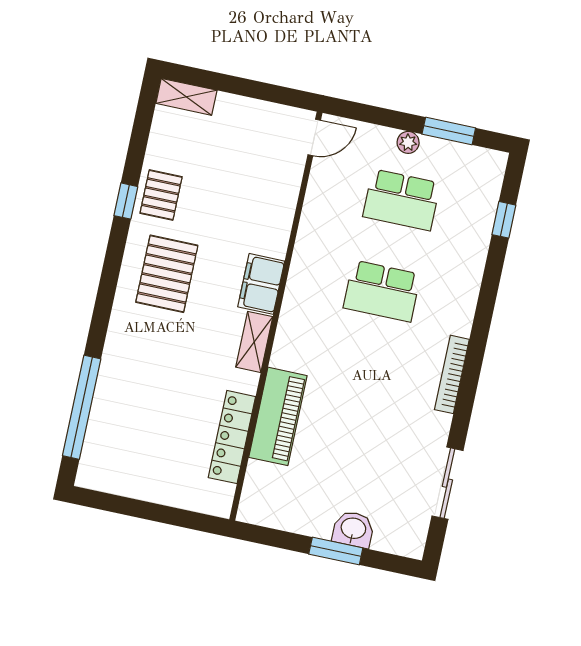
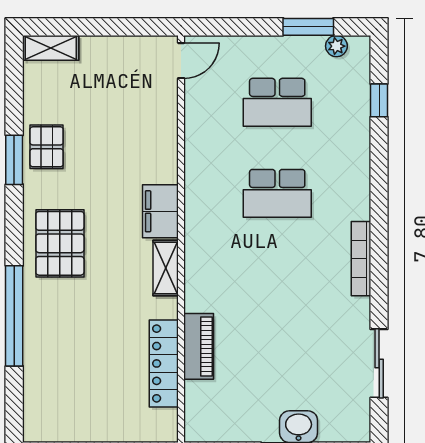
plant: (408, 142) -> (336, 46), moved
window: (126, 201) -> (14, 160), width x1.50
pallet: (167, 274) -> (60, 243), moved
window: (82, 407) -> (14, 316), moved
piano: (278, 416) -> (199, 346), width x0.73, depth x0.75

